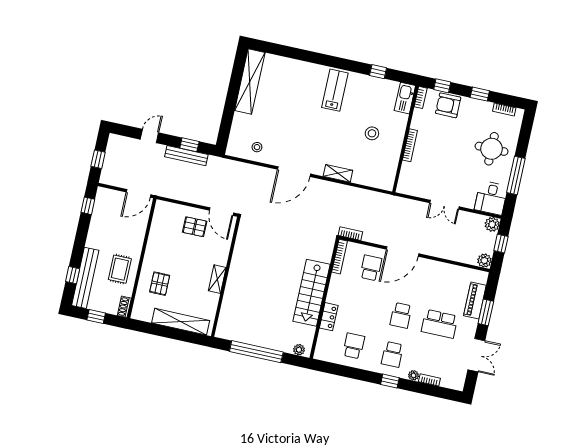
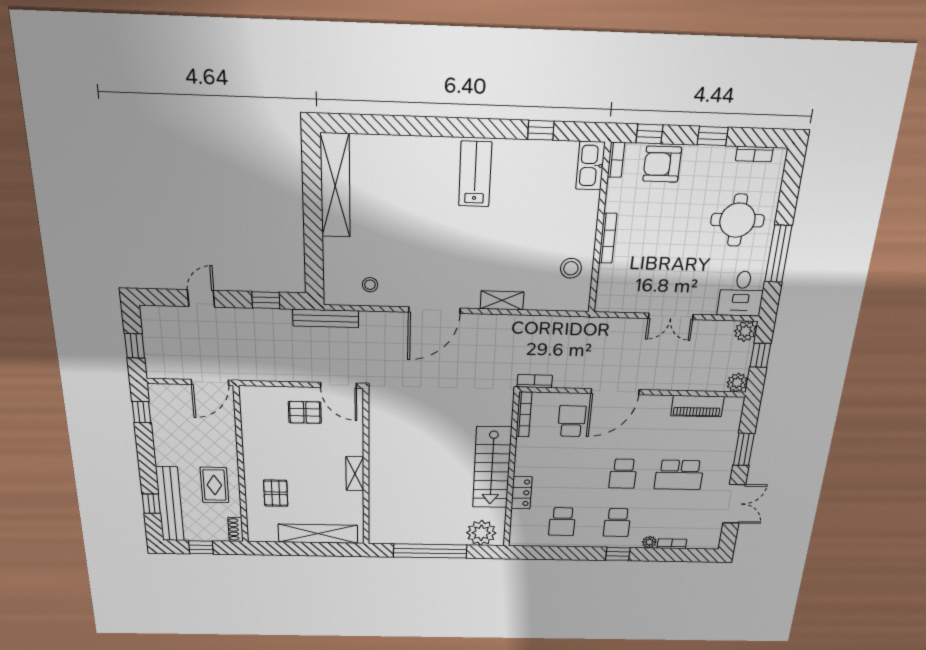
stool: (372, 133) -> (571, 268), moved
bench: (186, 156) -> (326, 318), moved
piano: (475, 300) -> (697, 406), moved, turned -90
school desk: (354, 346) -> (562, 522), turned 180
plant: (299, 350) -> (481, 533), width x1.88, depth x1.88

